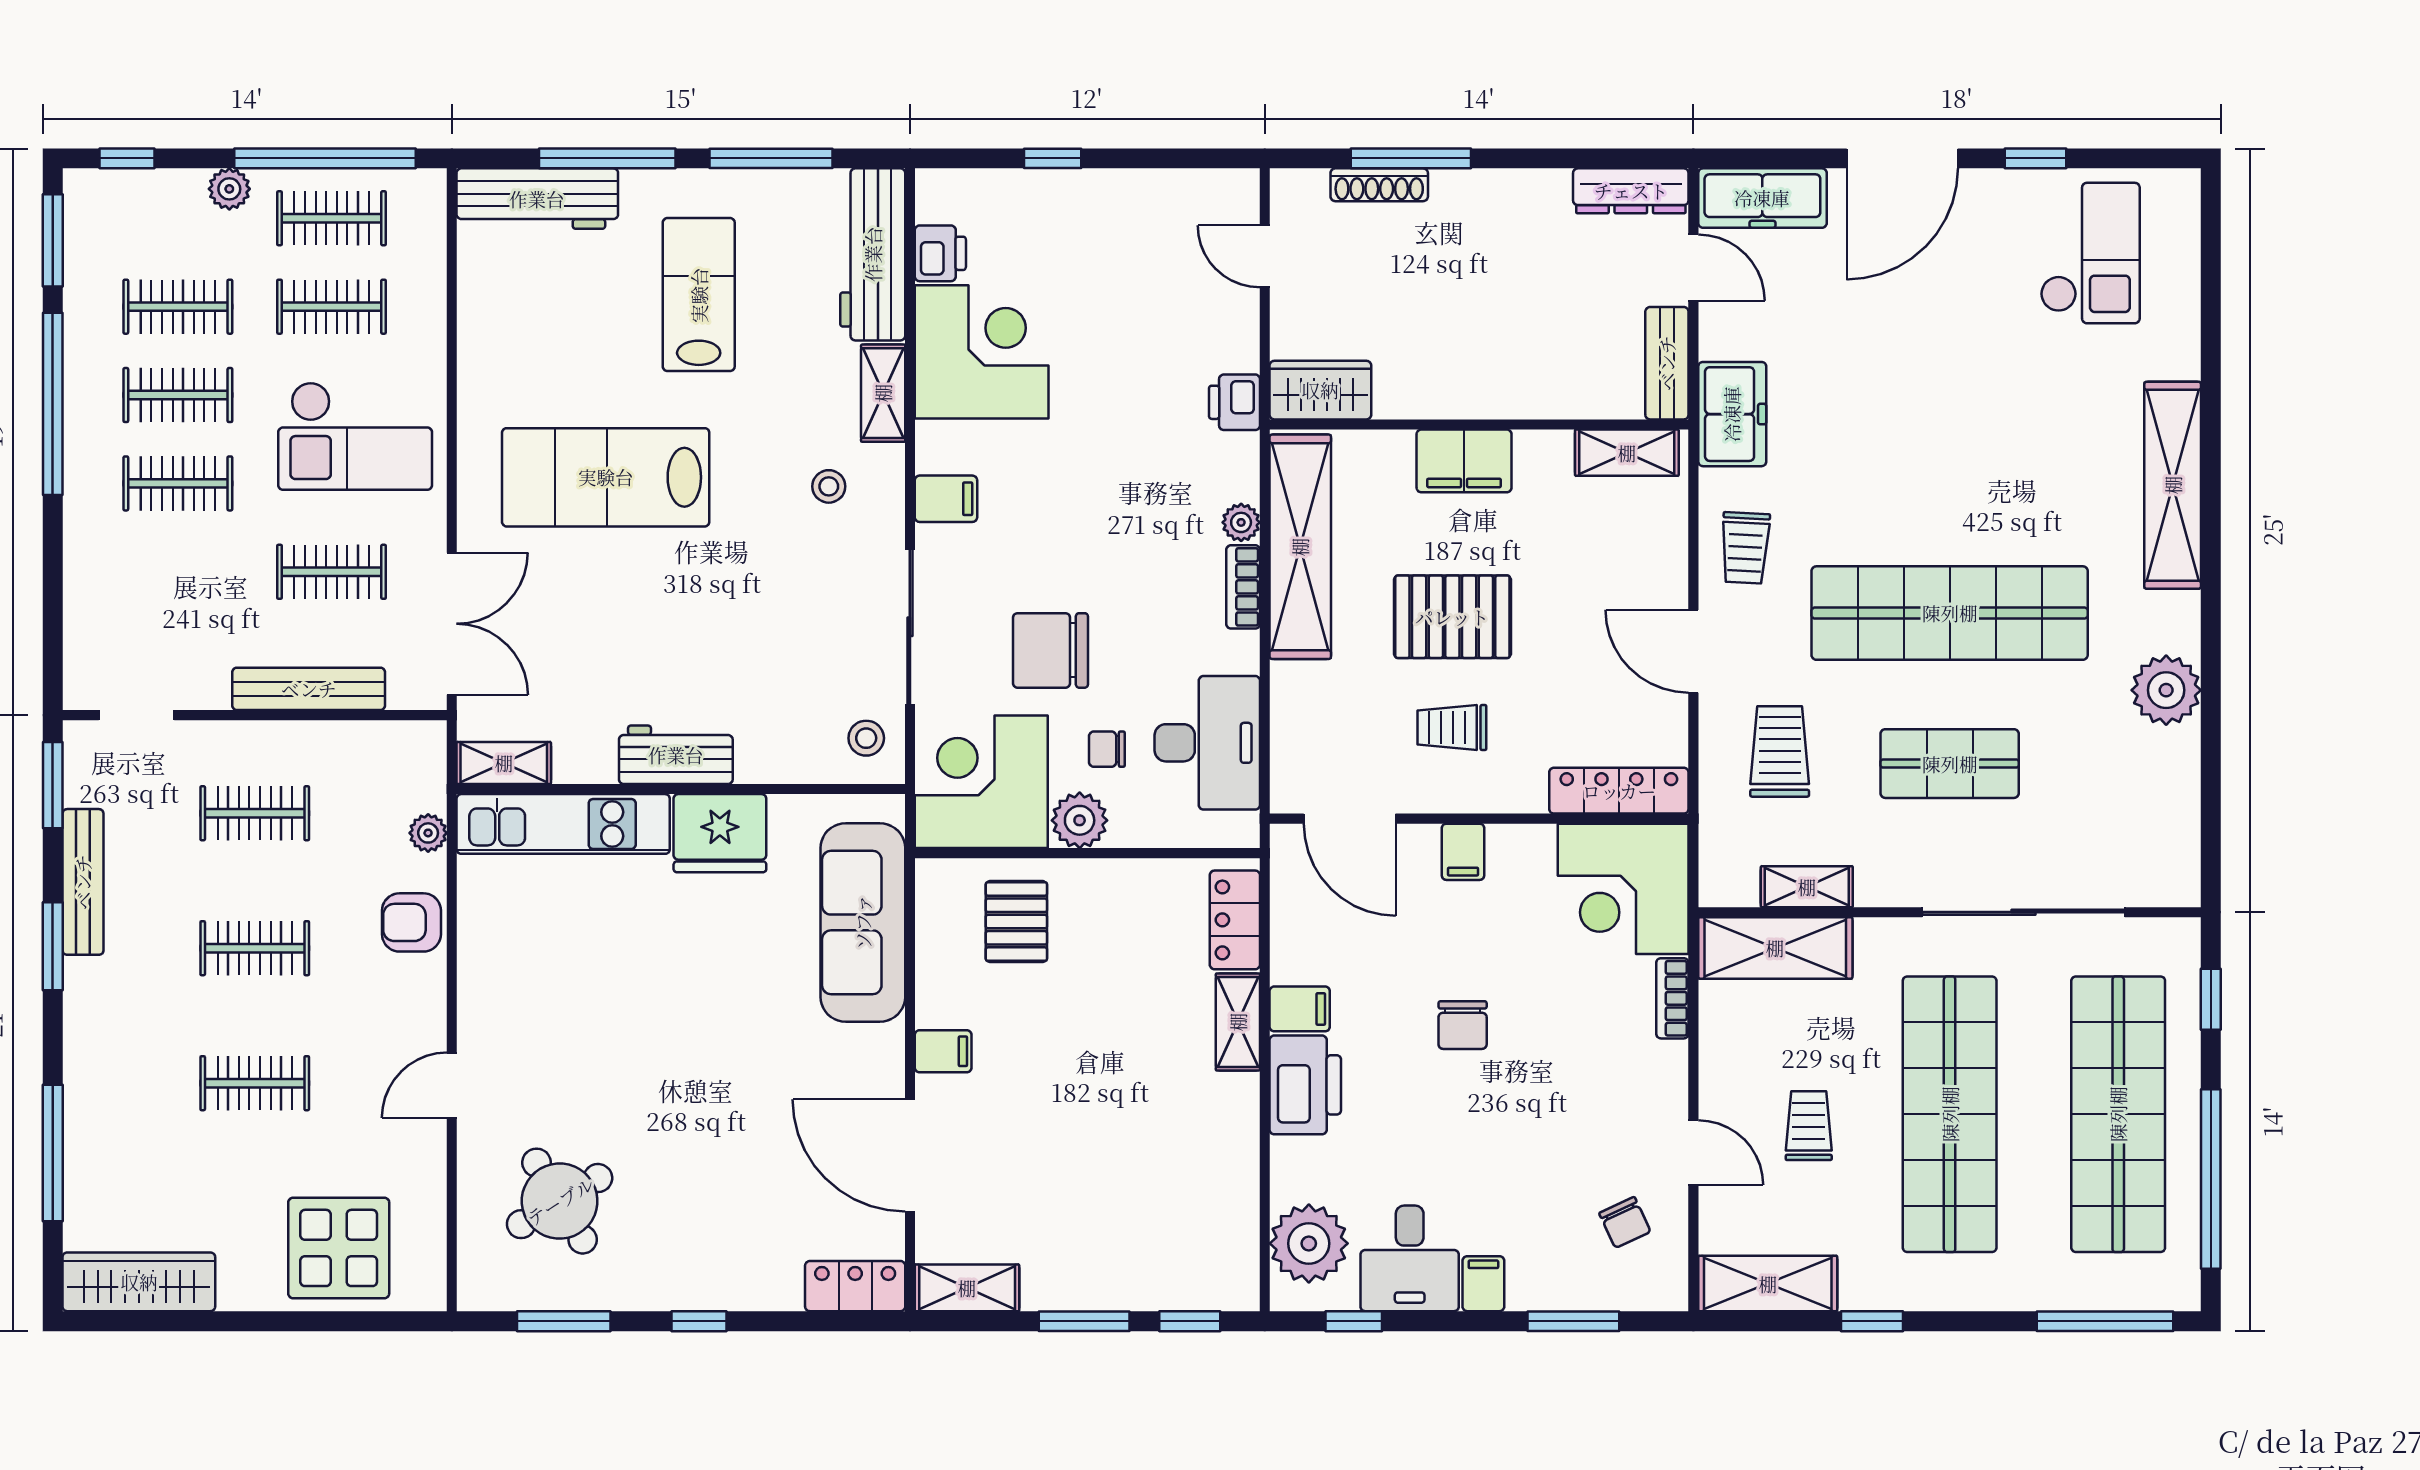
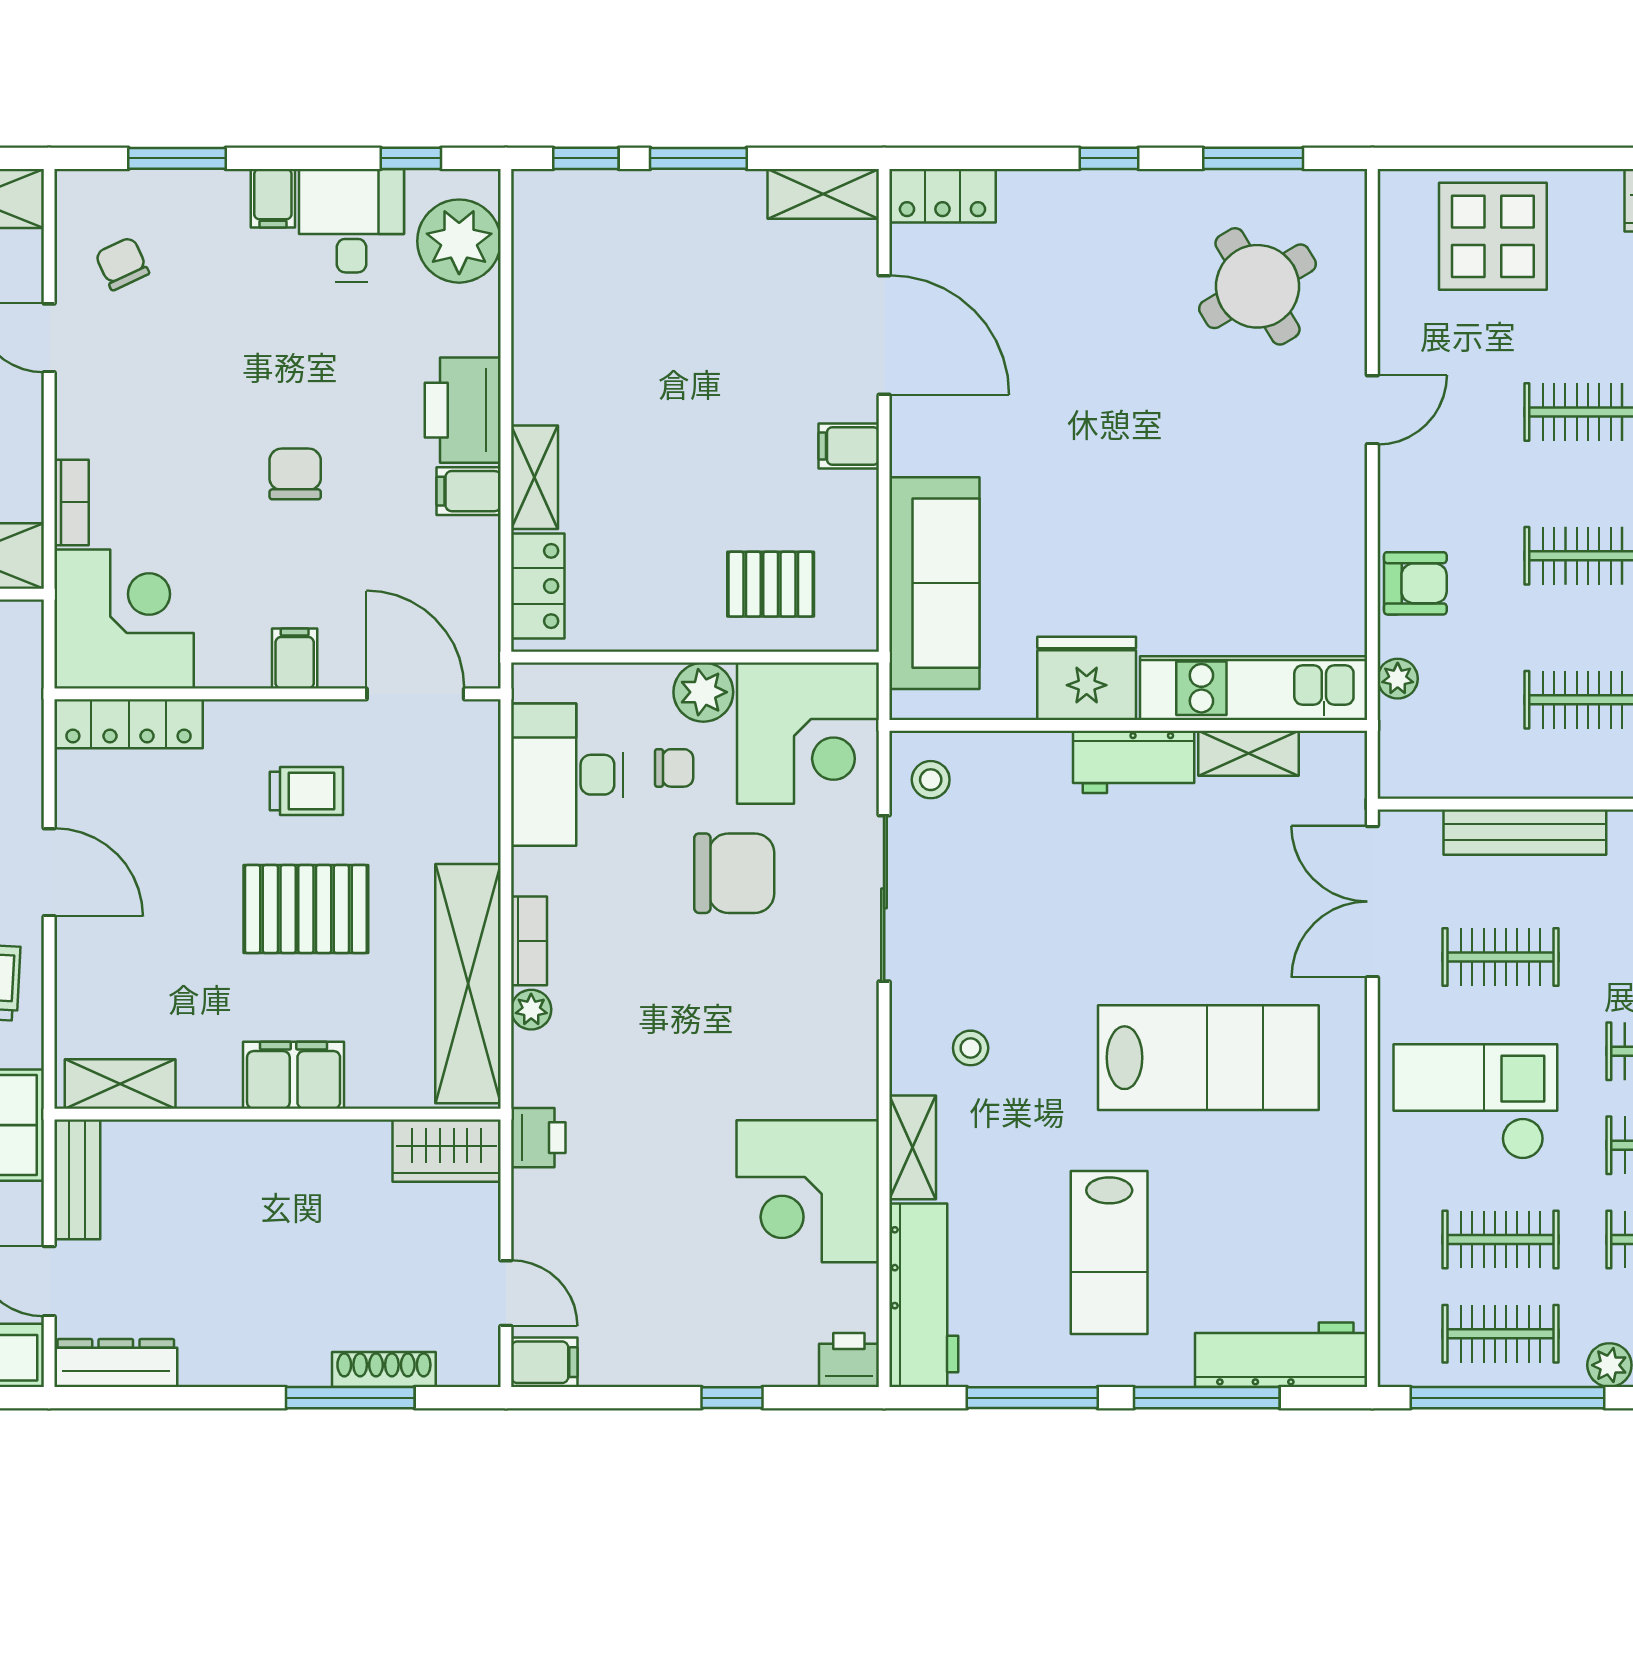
printer: (940, 253) -> (849, 1360), moved, turned 90
filing cabinet: (946, 499) -> (544, 1362), moved, turned 180
shelving: (504, 763) -> (1248, 753), moved
pallet: (1016, 922) -> (771, 584), turned 90

